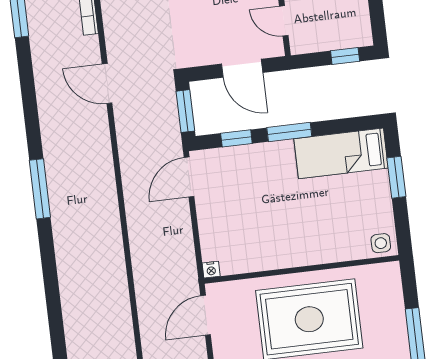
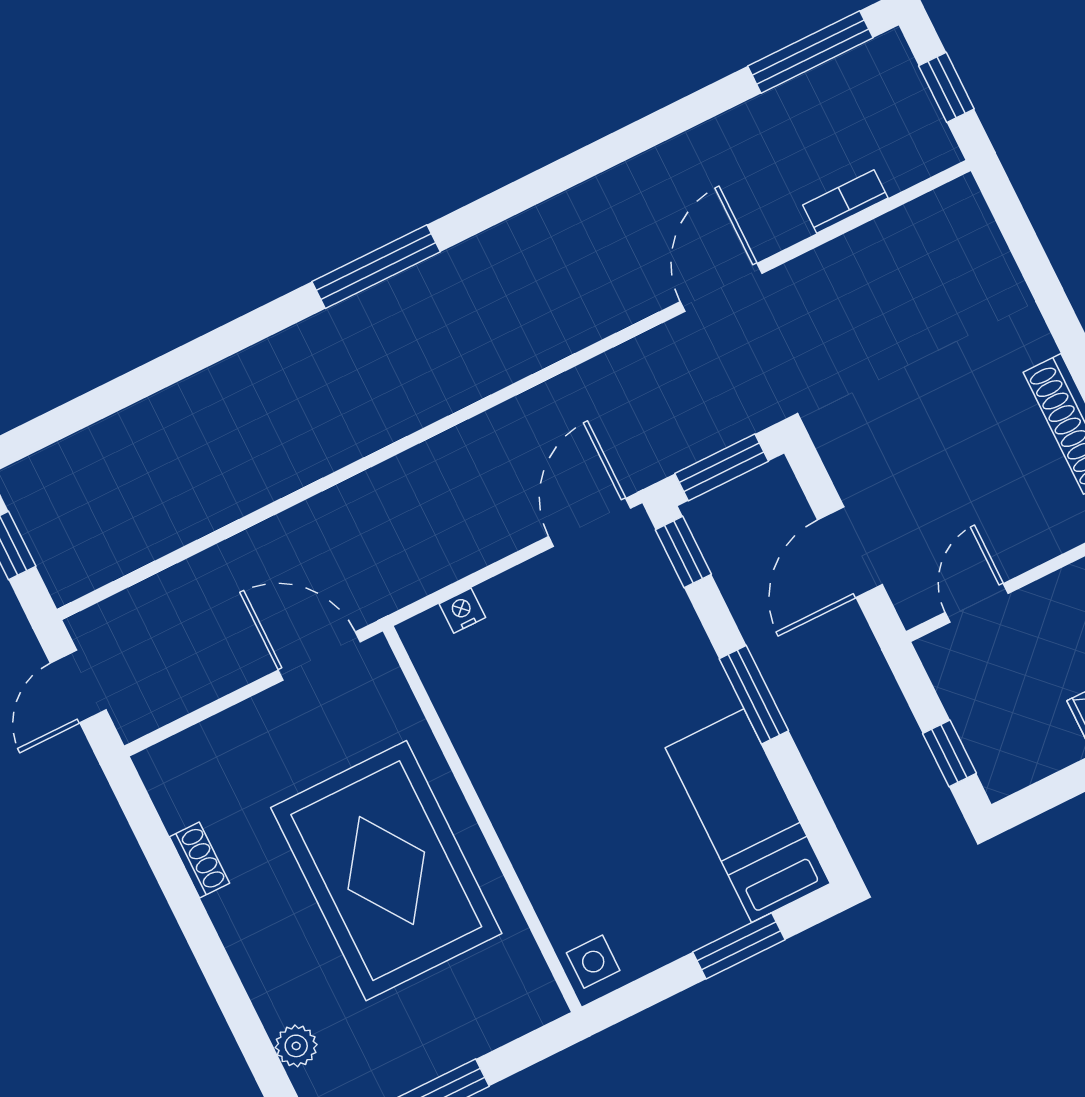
window: (236, 138) -> (683, 552), moved
door: (189, 177) -> (590, 522), hinge flipped
window: (40, 189) -> (376, 267), moved
nightstand: (211, 270) -> (462, 611), moved, turned 90

